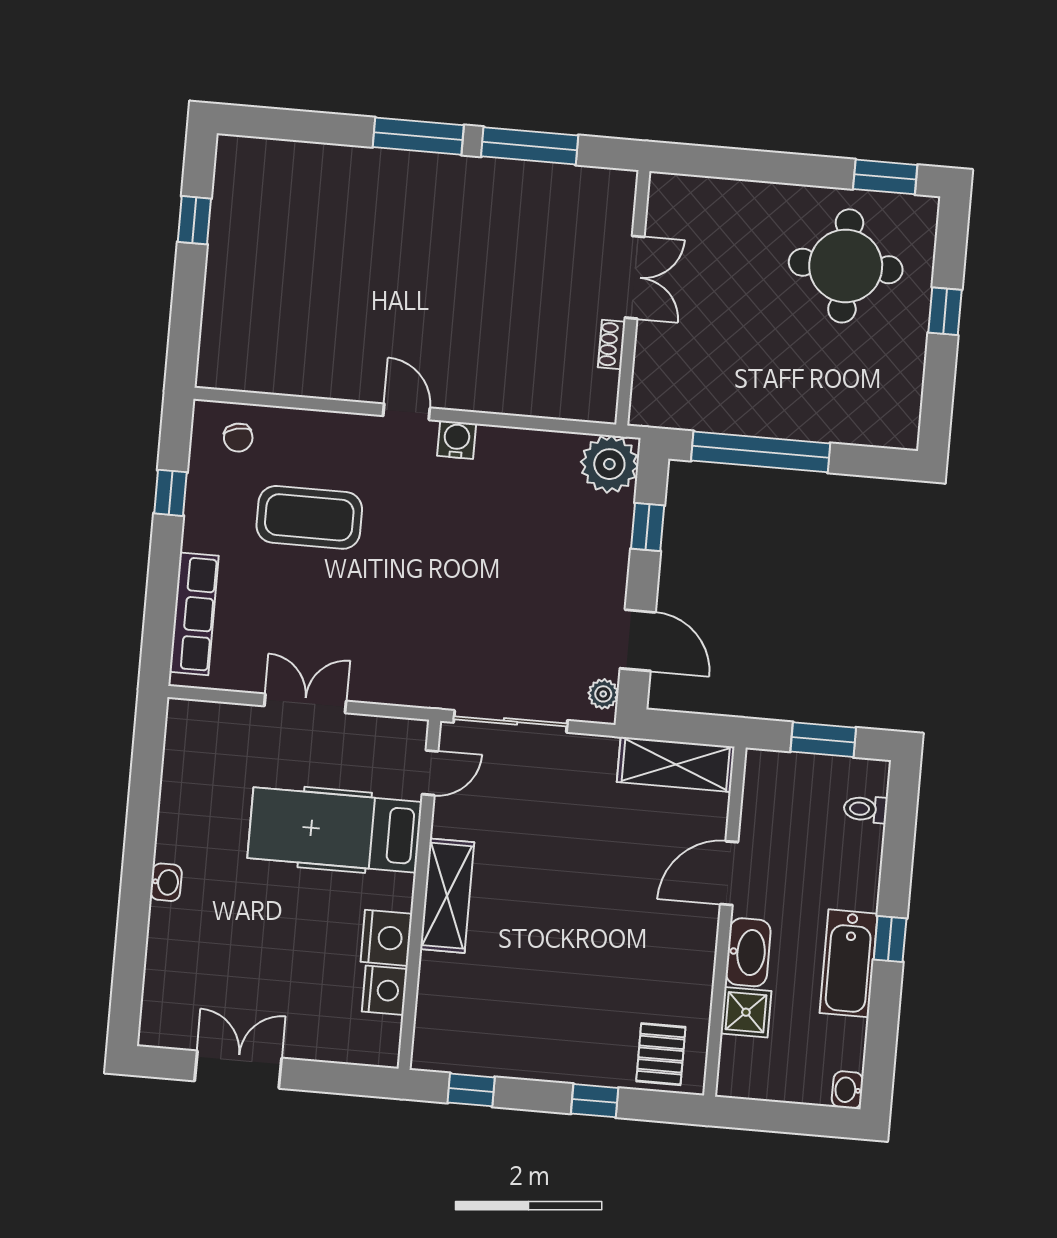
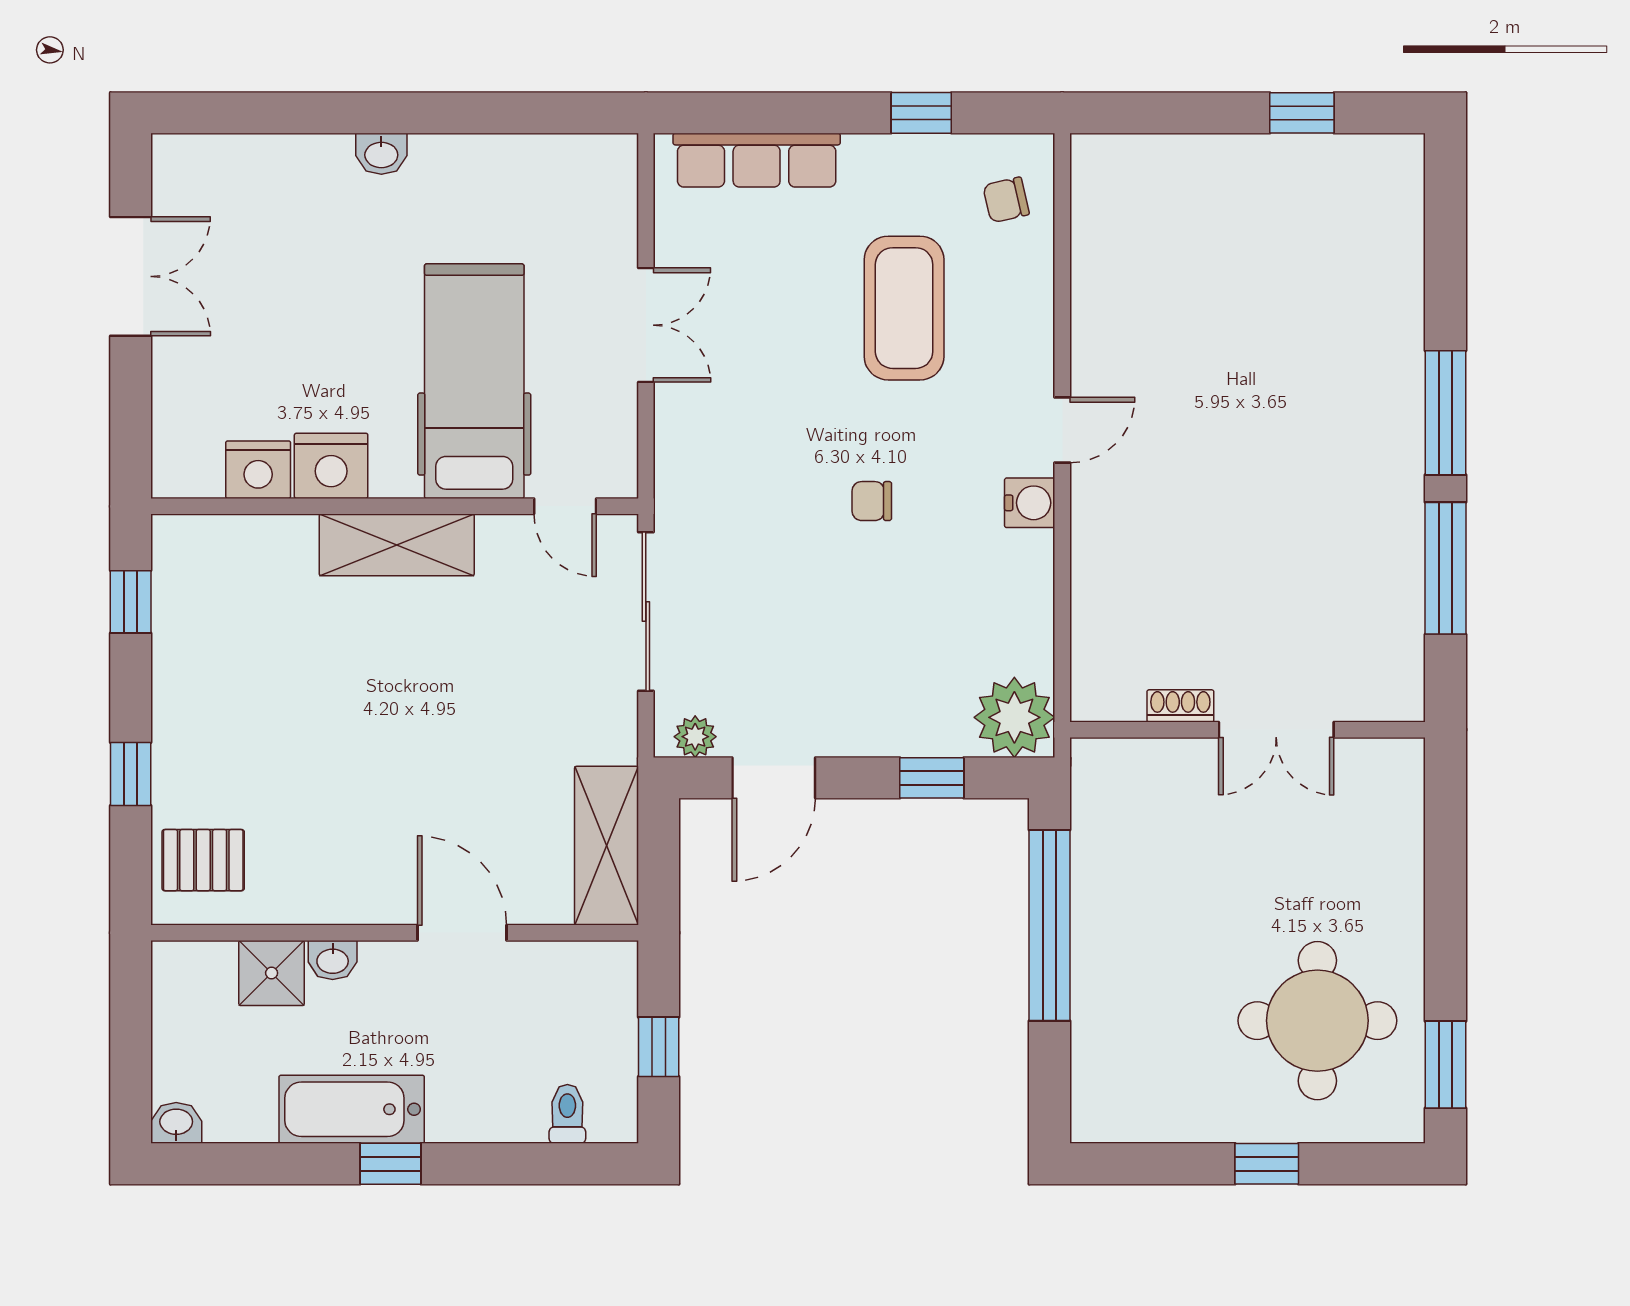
chair: (445, 553) -> (872, 501), added
window: (823, 740) -> (659, 1047), width x0.67
washbasin: (748, 952) -> (333, 960), width x0.52, depth x0.69

